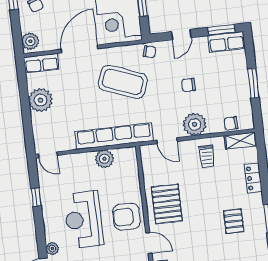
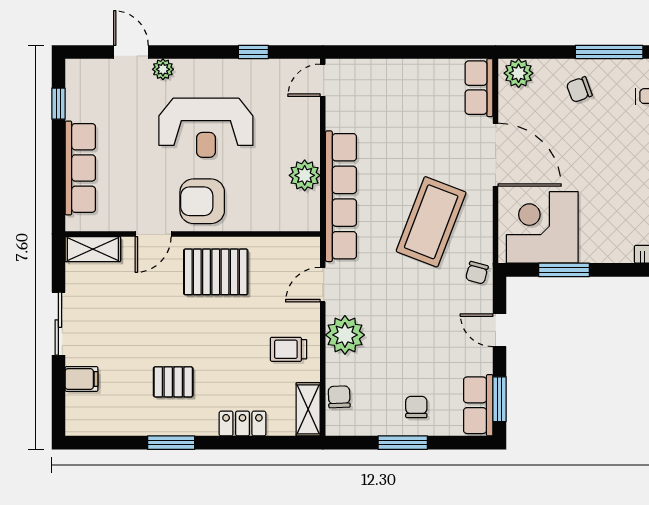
chair: (188, 85) -> (416, 407), moved
plant: (41, 100) -> (417, 79), removed
armchair: (127, 217) -> (202, 201), turned -90
reception desk: (83, 219) -> (206, 128), turned 180

